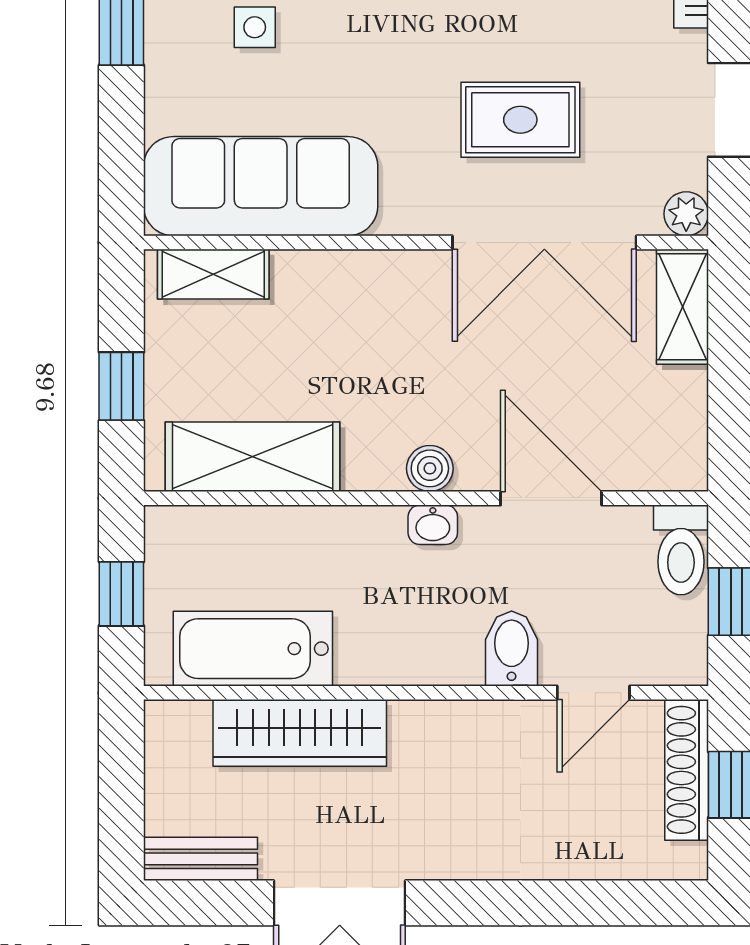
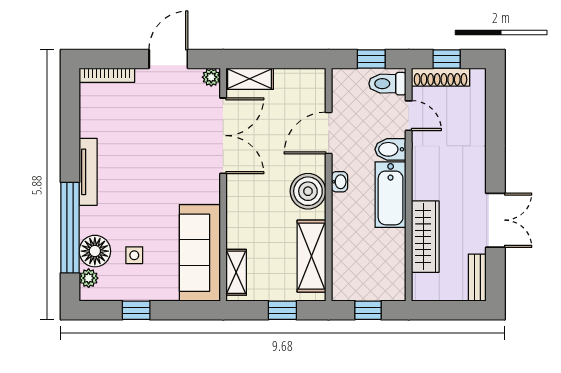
rug: (520, 120) -> (172, 146), removed
boiler: (430, 468) -> (308, 191), width x1.86, depth x1.86
toilet: (681, 550) -> (387, 84), moved, turned 180
bathtub: (253, 649) -> (391, 195), moved

